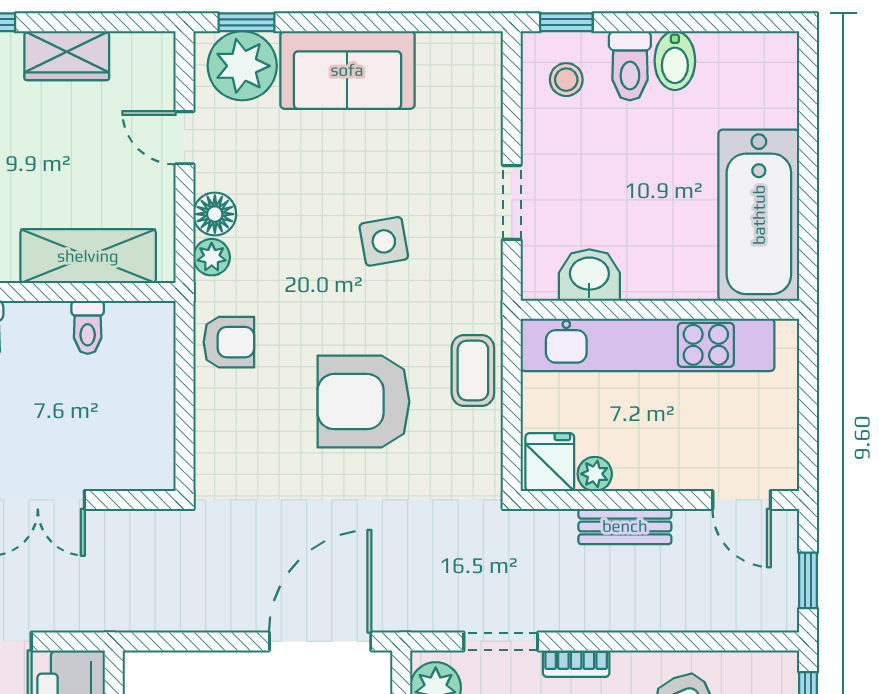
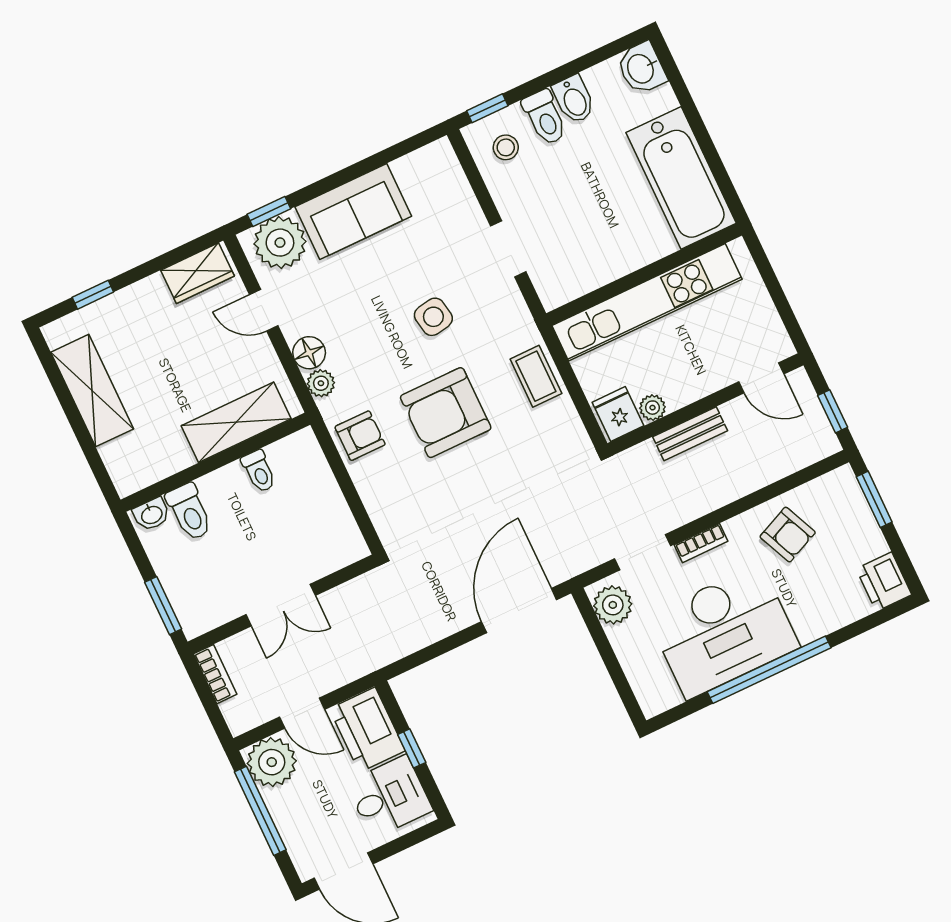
wardrobe: (67, 56) -> (197, 273), moved
washbasin: (589, 275) -> (641, 68), moved, turned -90
armchair: (363, 402) -> (446, 413), moved

